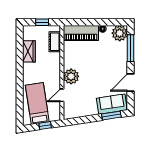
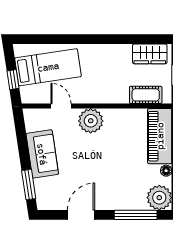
wardrobe: (29, 51) -> (150, 54), moved
door: (131, 83) -> (81, 215), hinge flipped
sofa: (112, 104) -> (42, 154), moved

